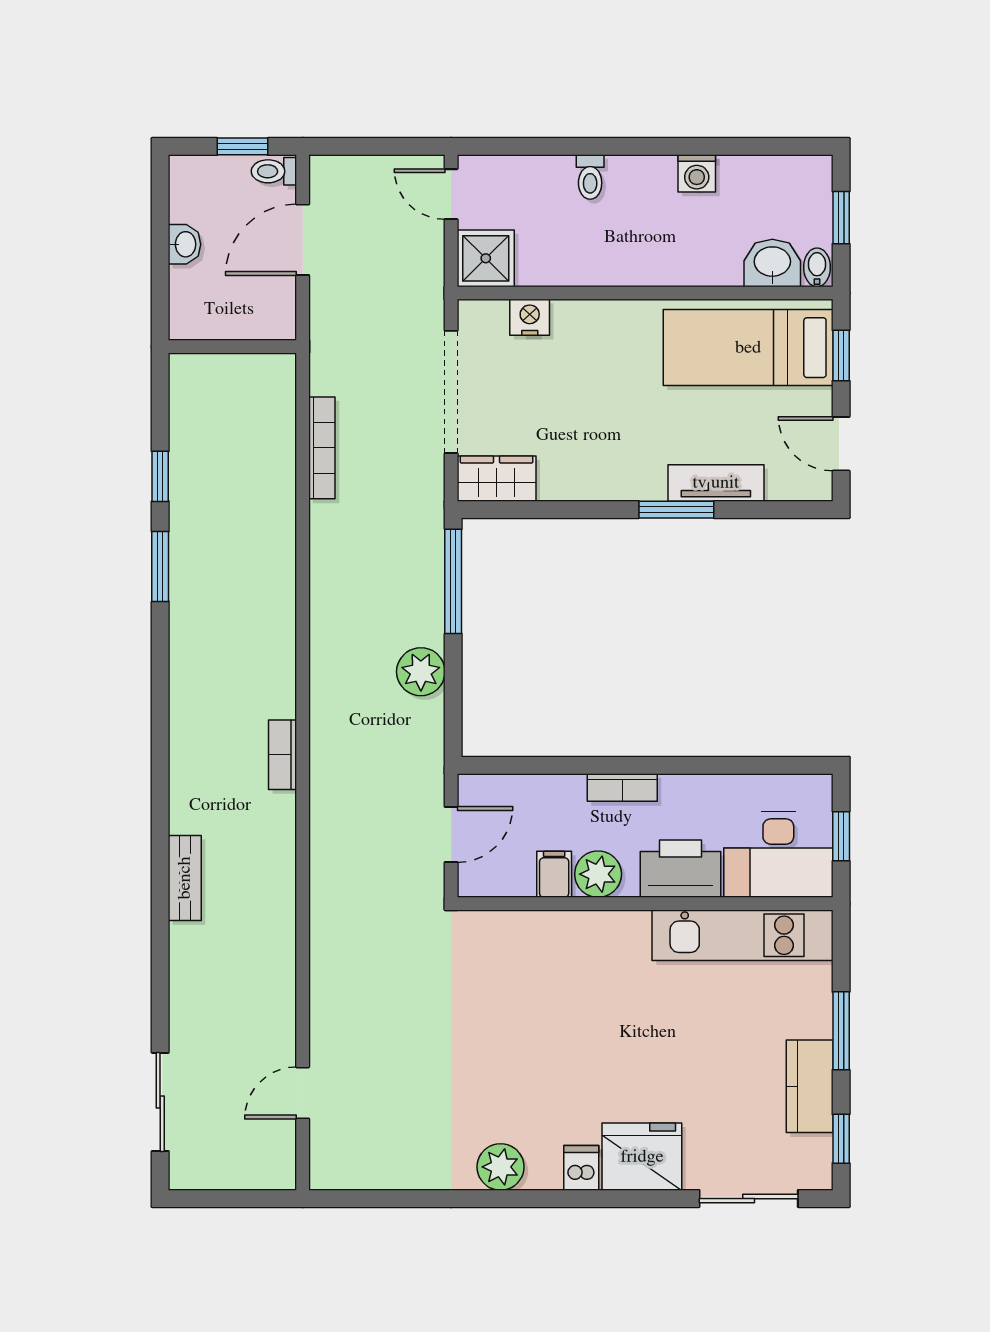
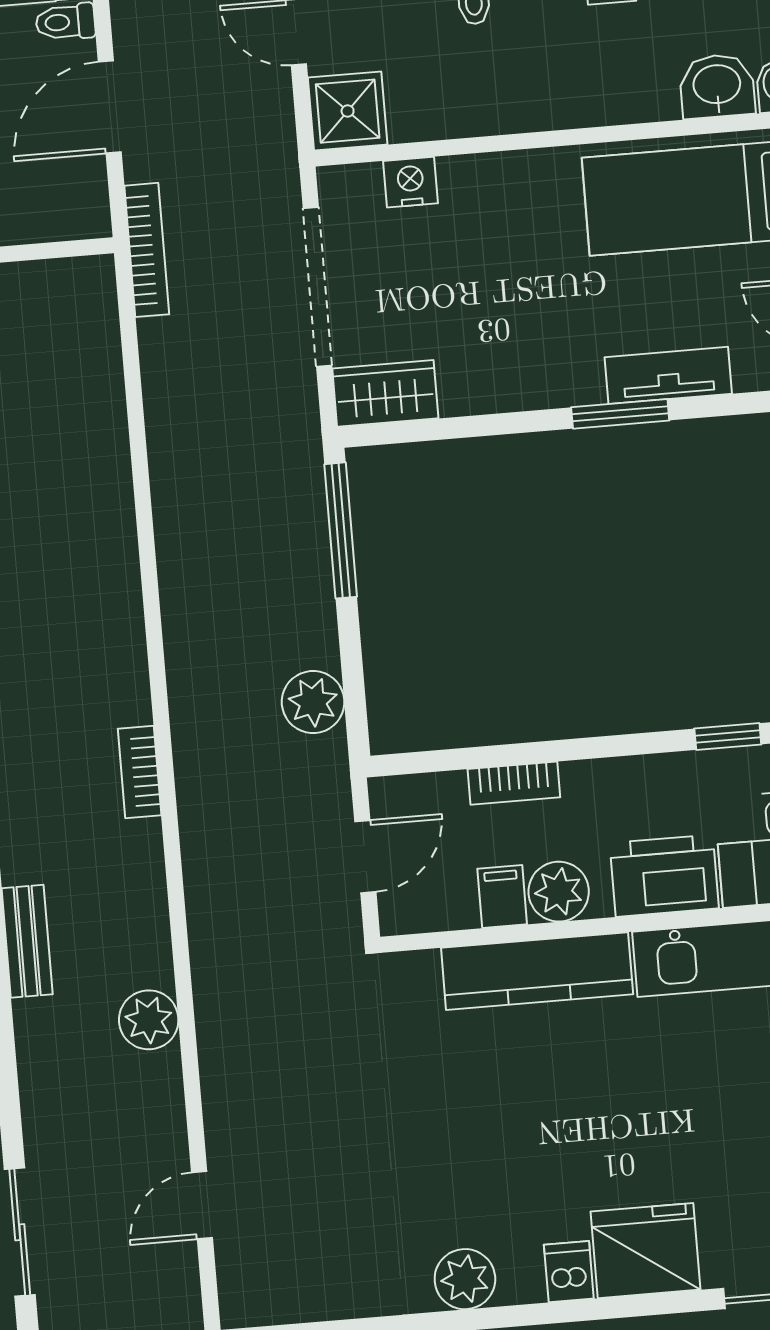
bookcase: (322, 448) -> (147, 250), moved
plant: (421, 672) -> (313, 702), moved
window: (739, 765) -> (728, 736), added
bookcase: (622, 788) -> (514, 783), moved
kitchen counter: (576, 934) -> (537, 971), added
plant: (273, 946) -> (149, 1020), added

